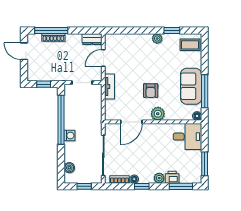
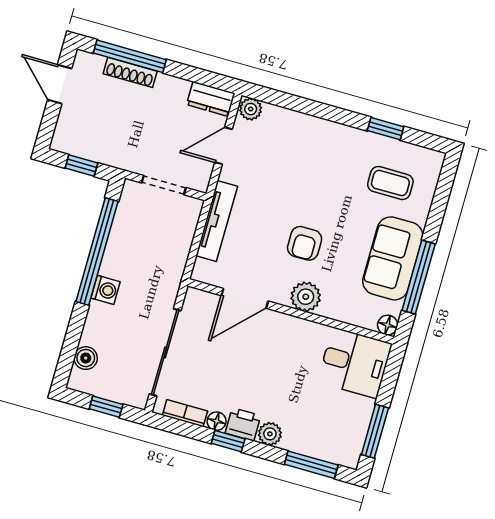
plant: (157, 39) -> (251, 109), moved
coffee table: (190, 45) -> (390, 183), moved
tv unit: (110, 87) -> (217, 221), width x1.41
printer: (172, 177) -> (243, 424), moved

